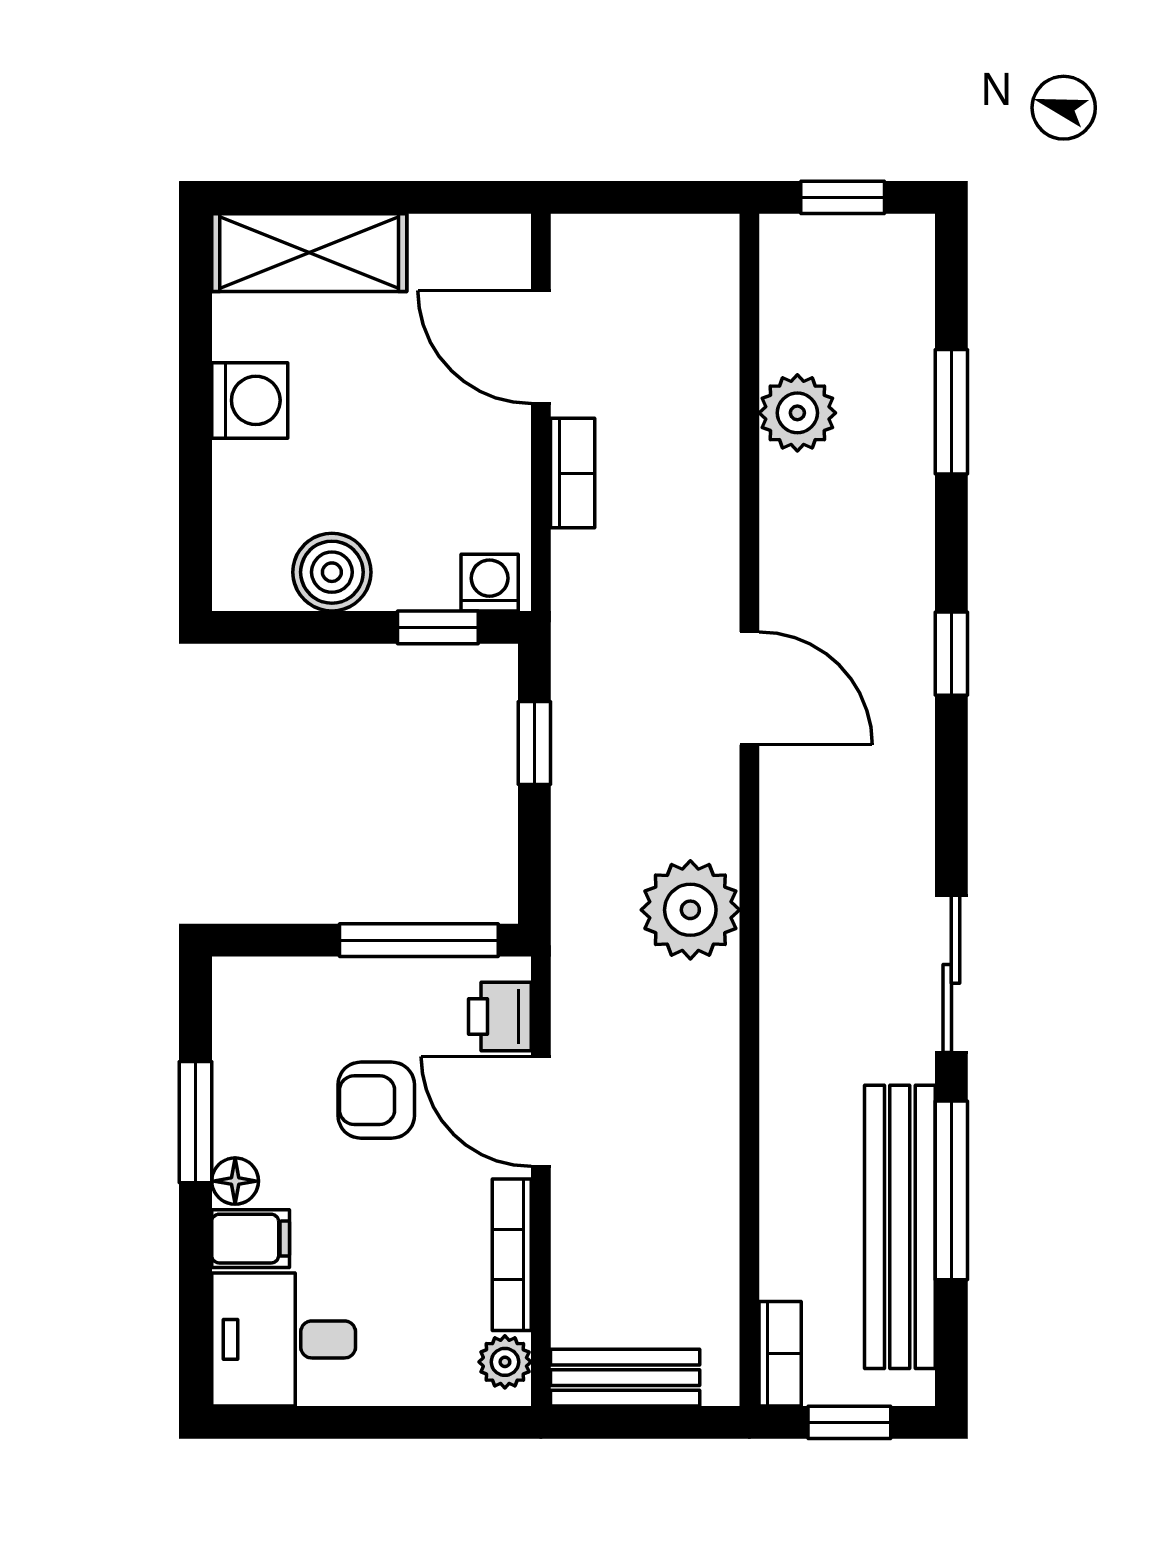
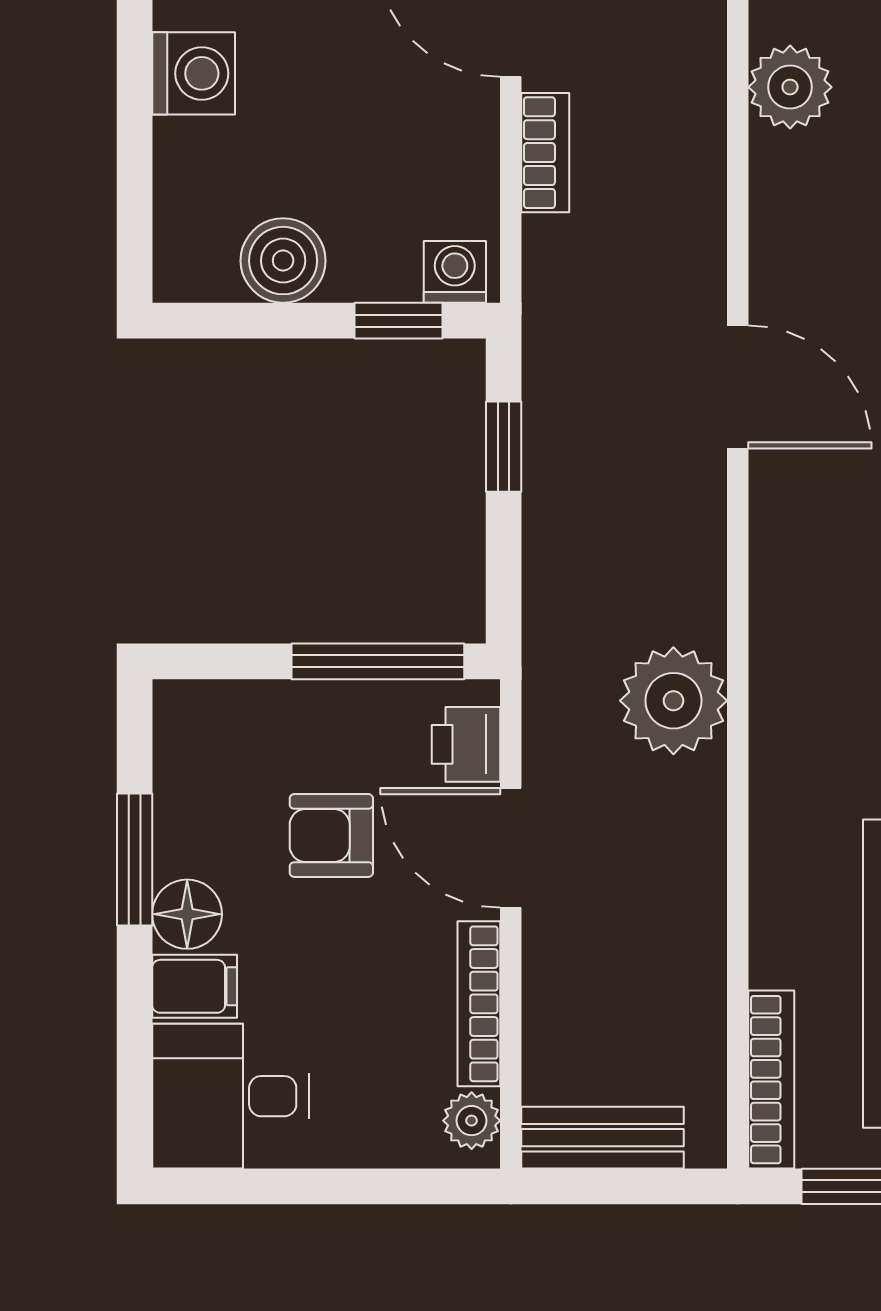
plant: (690, 910) -> (673, 701), moved
floor lamp: (235, 1181) -> (187, 914), width x1.37, depth x1.37
bookcase: (780, 1354) -> (771, 1080), width x1.56

